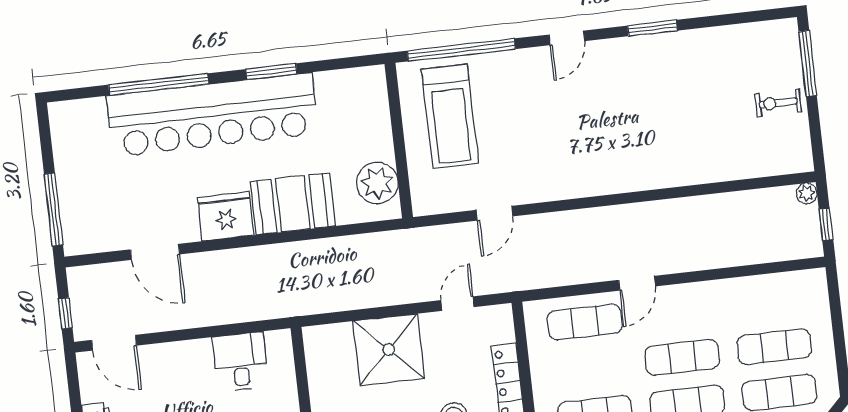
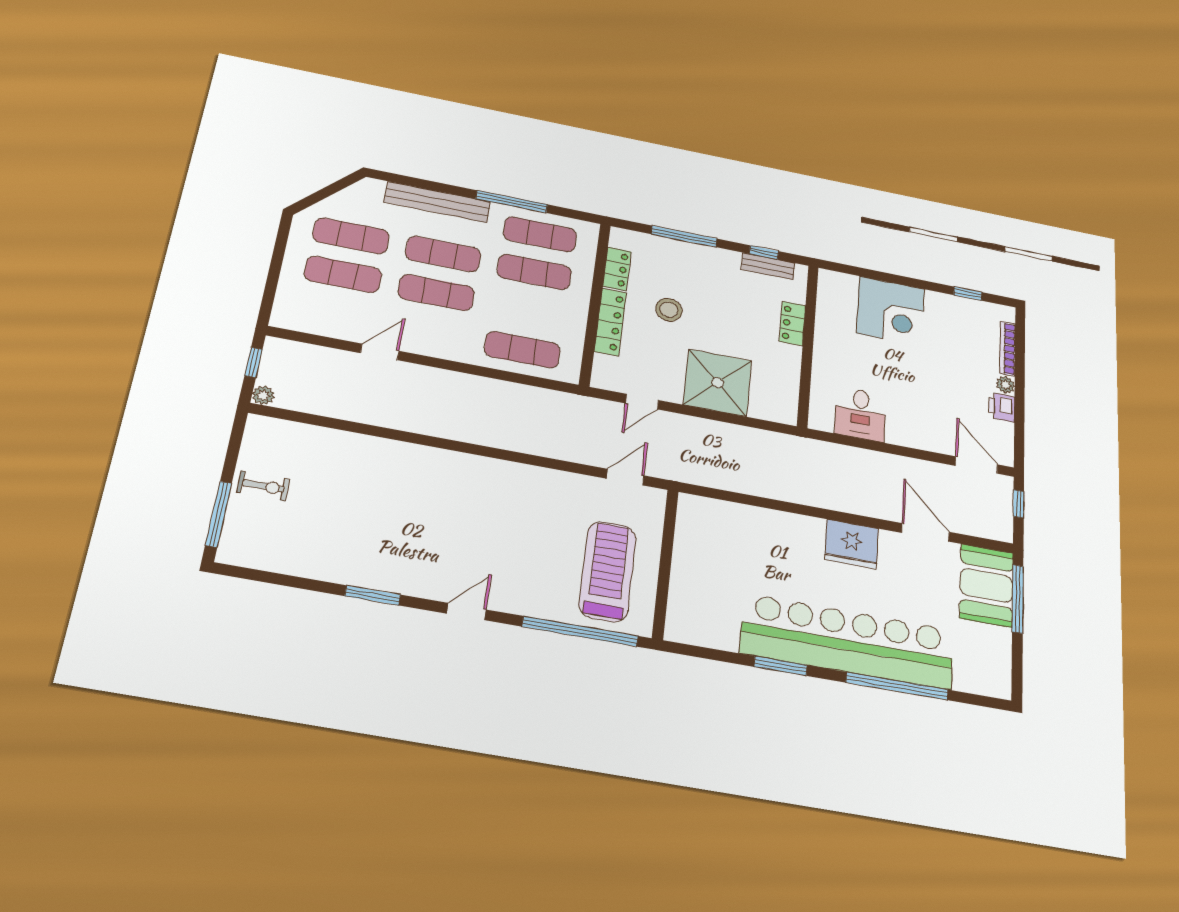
plant: (377, 183) -> (696, 531), removed
booth: (293, 204) -> (986, 585), moved, turned 90
door: (494, 213) -> (625, 477), moved
door: (637, 283) -> (380, 352), moved

